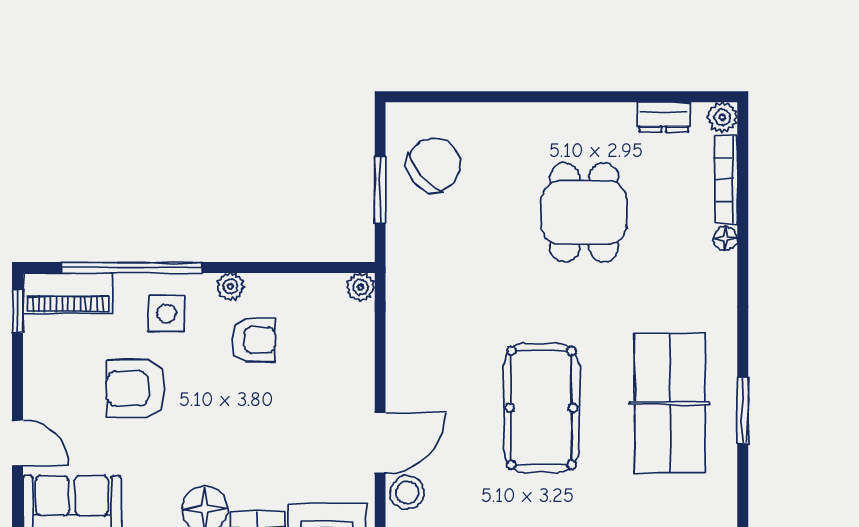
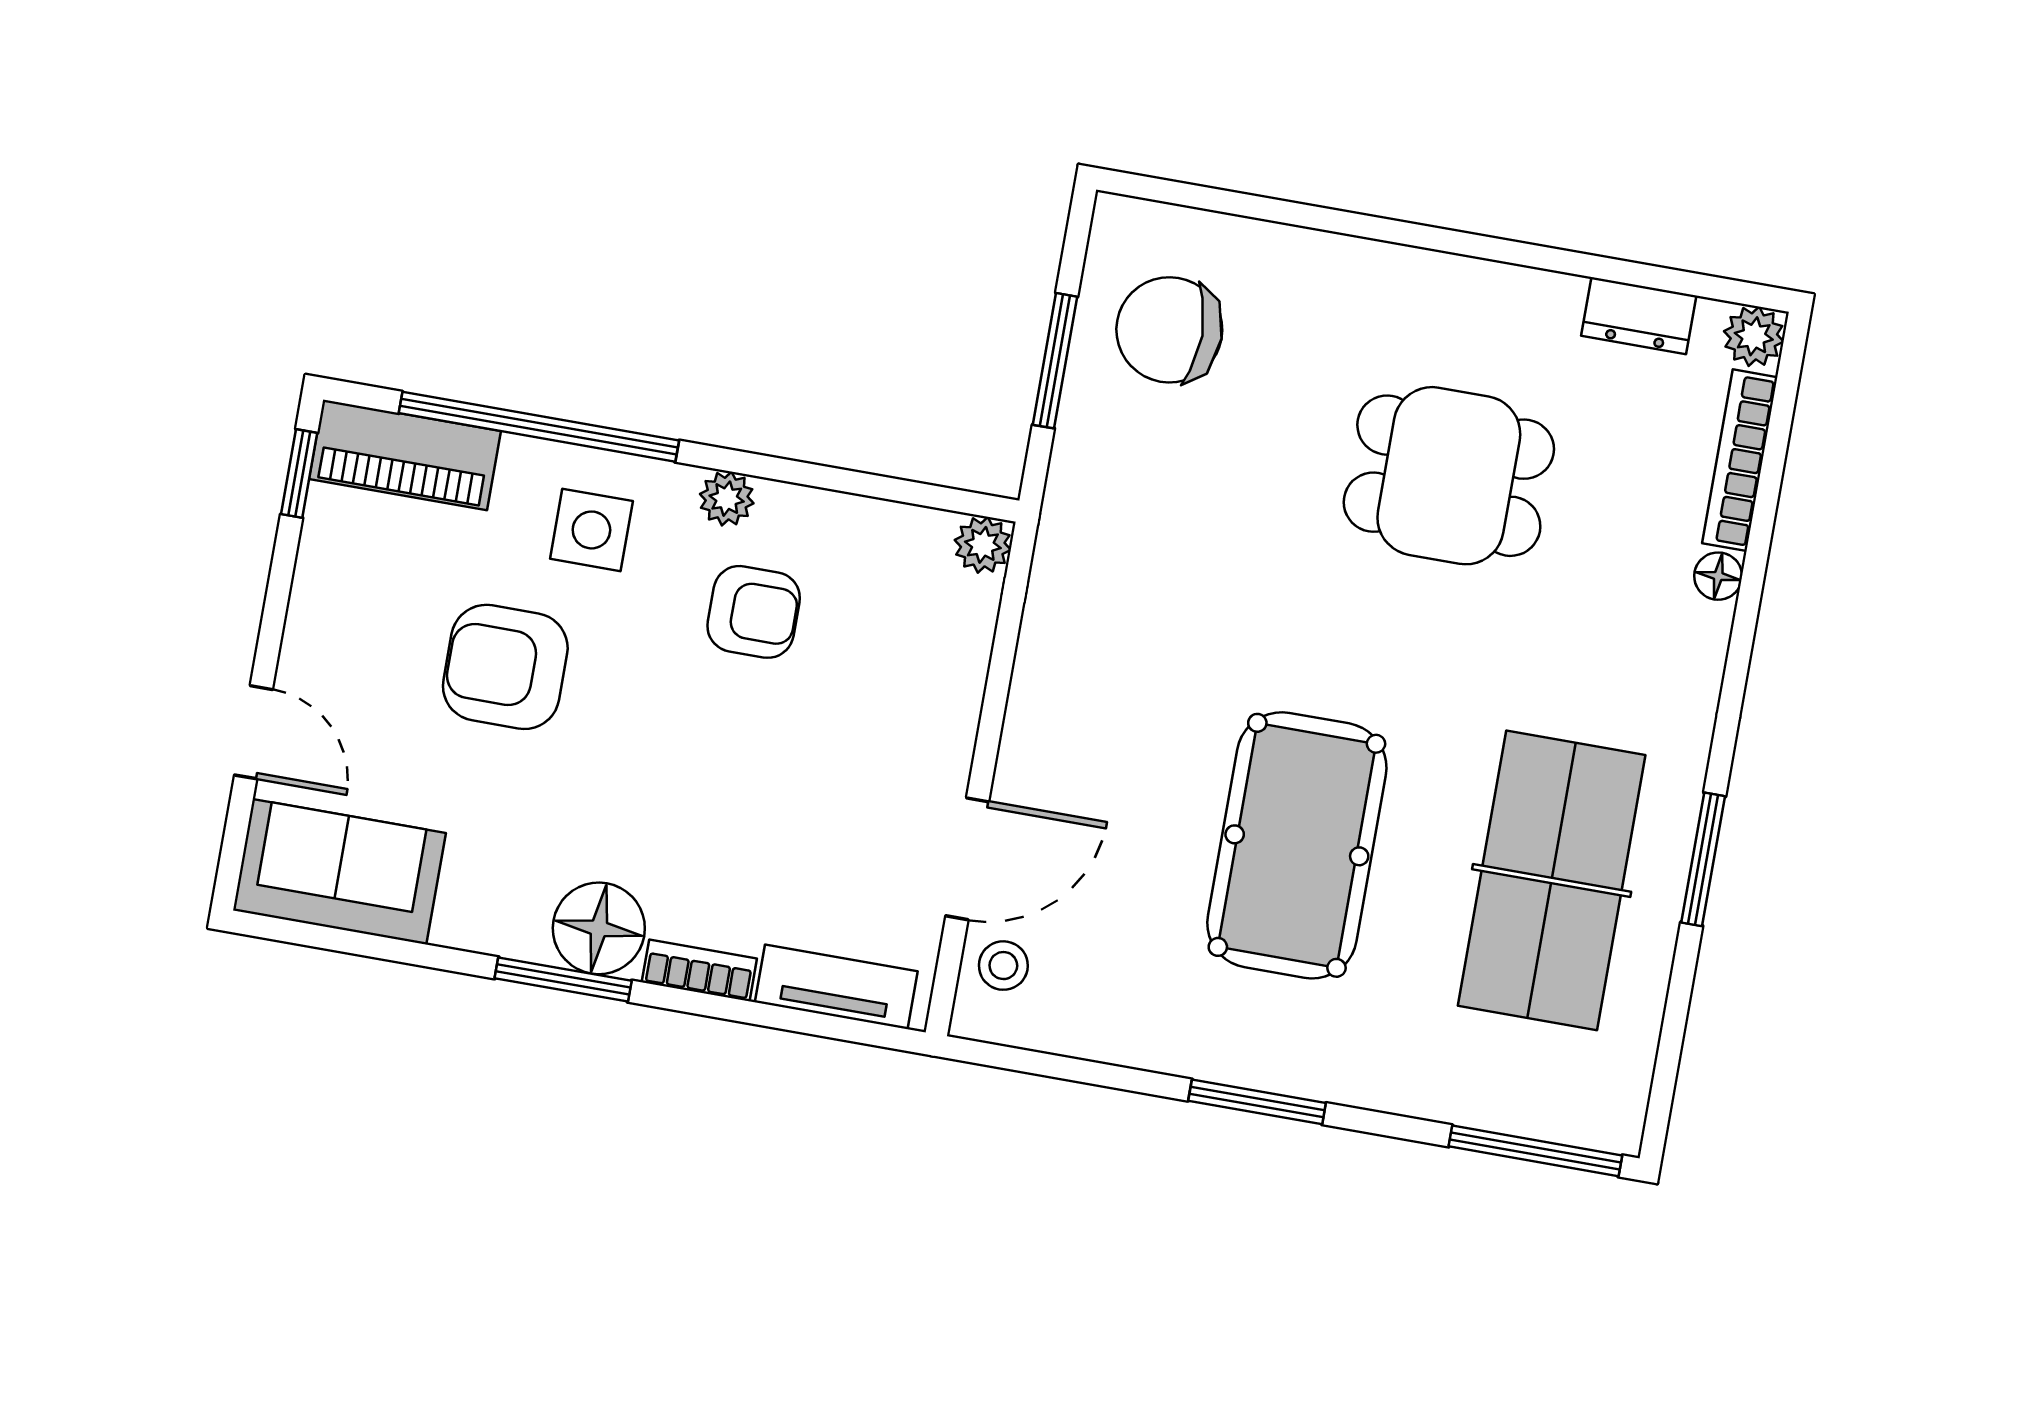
chair: (434, 165) -> (1169, 330), turned -139
dining table: (584, 212) -> (1449, 476), turned 90
window: (743, 411) -> (1703, 859), moved
stool: (407, 492) -> (1003, 966), width x0.73, depth x0.73

